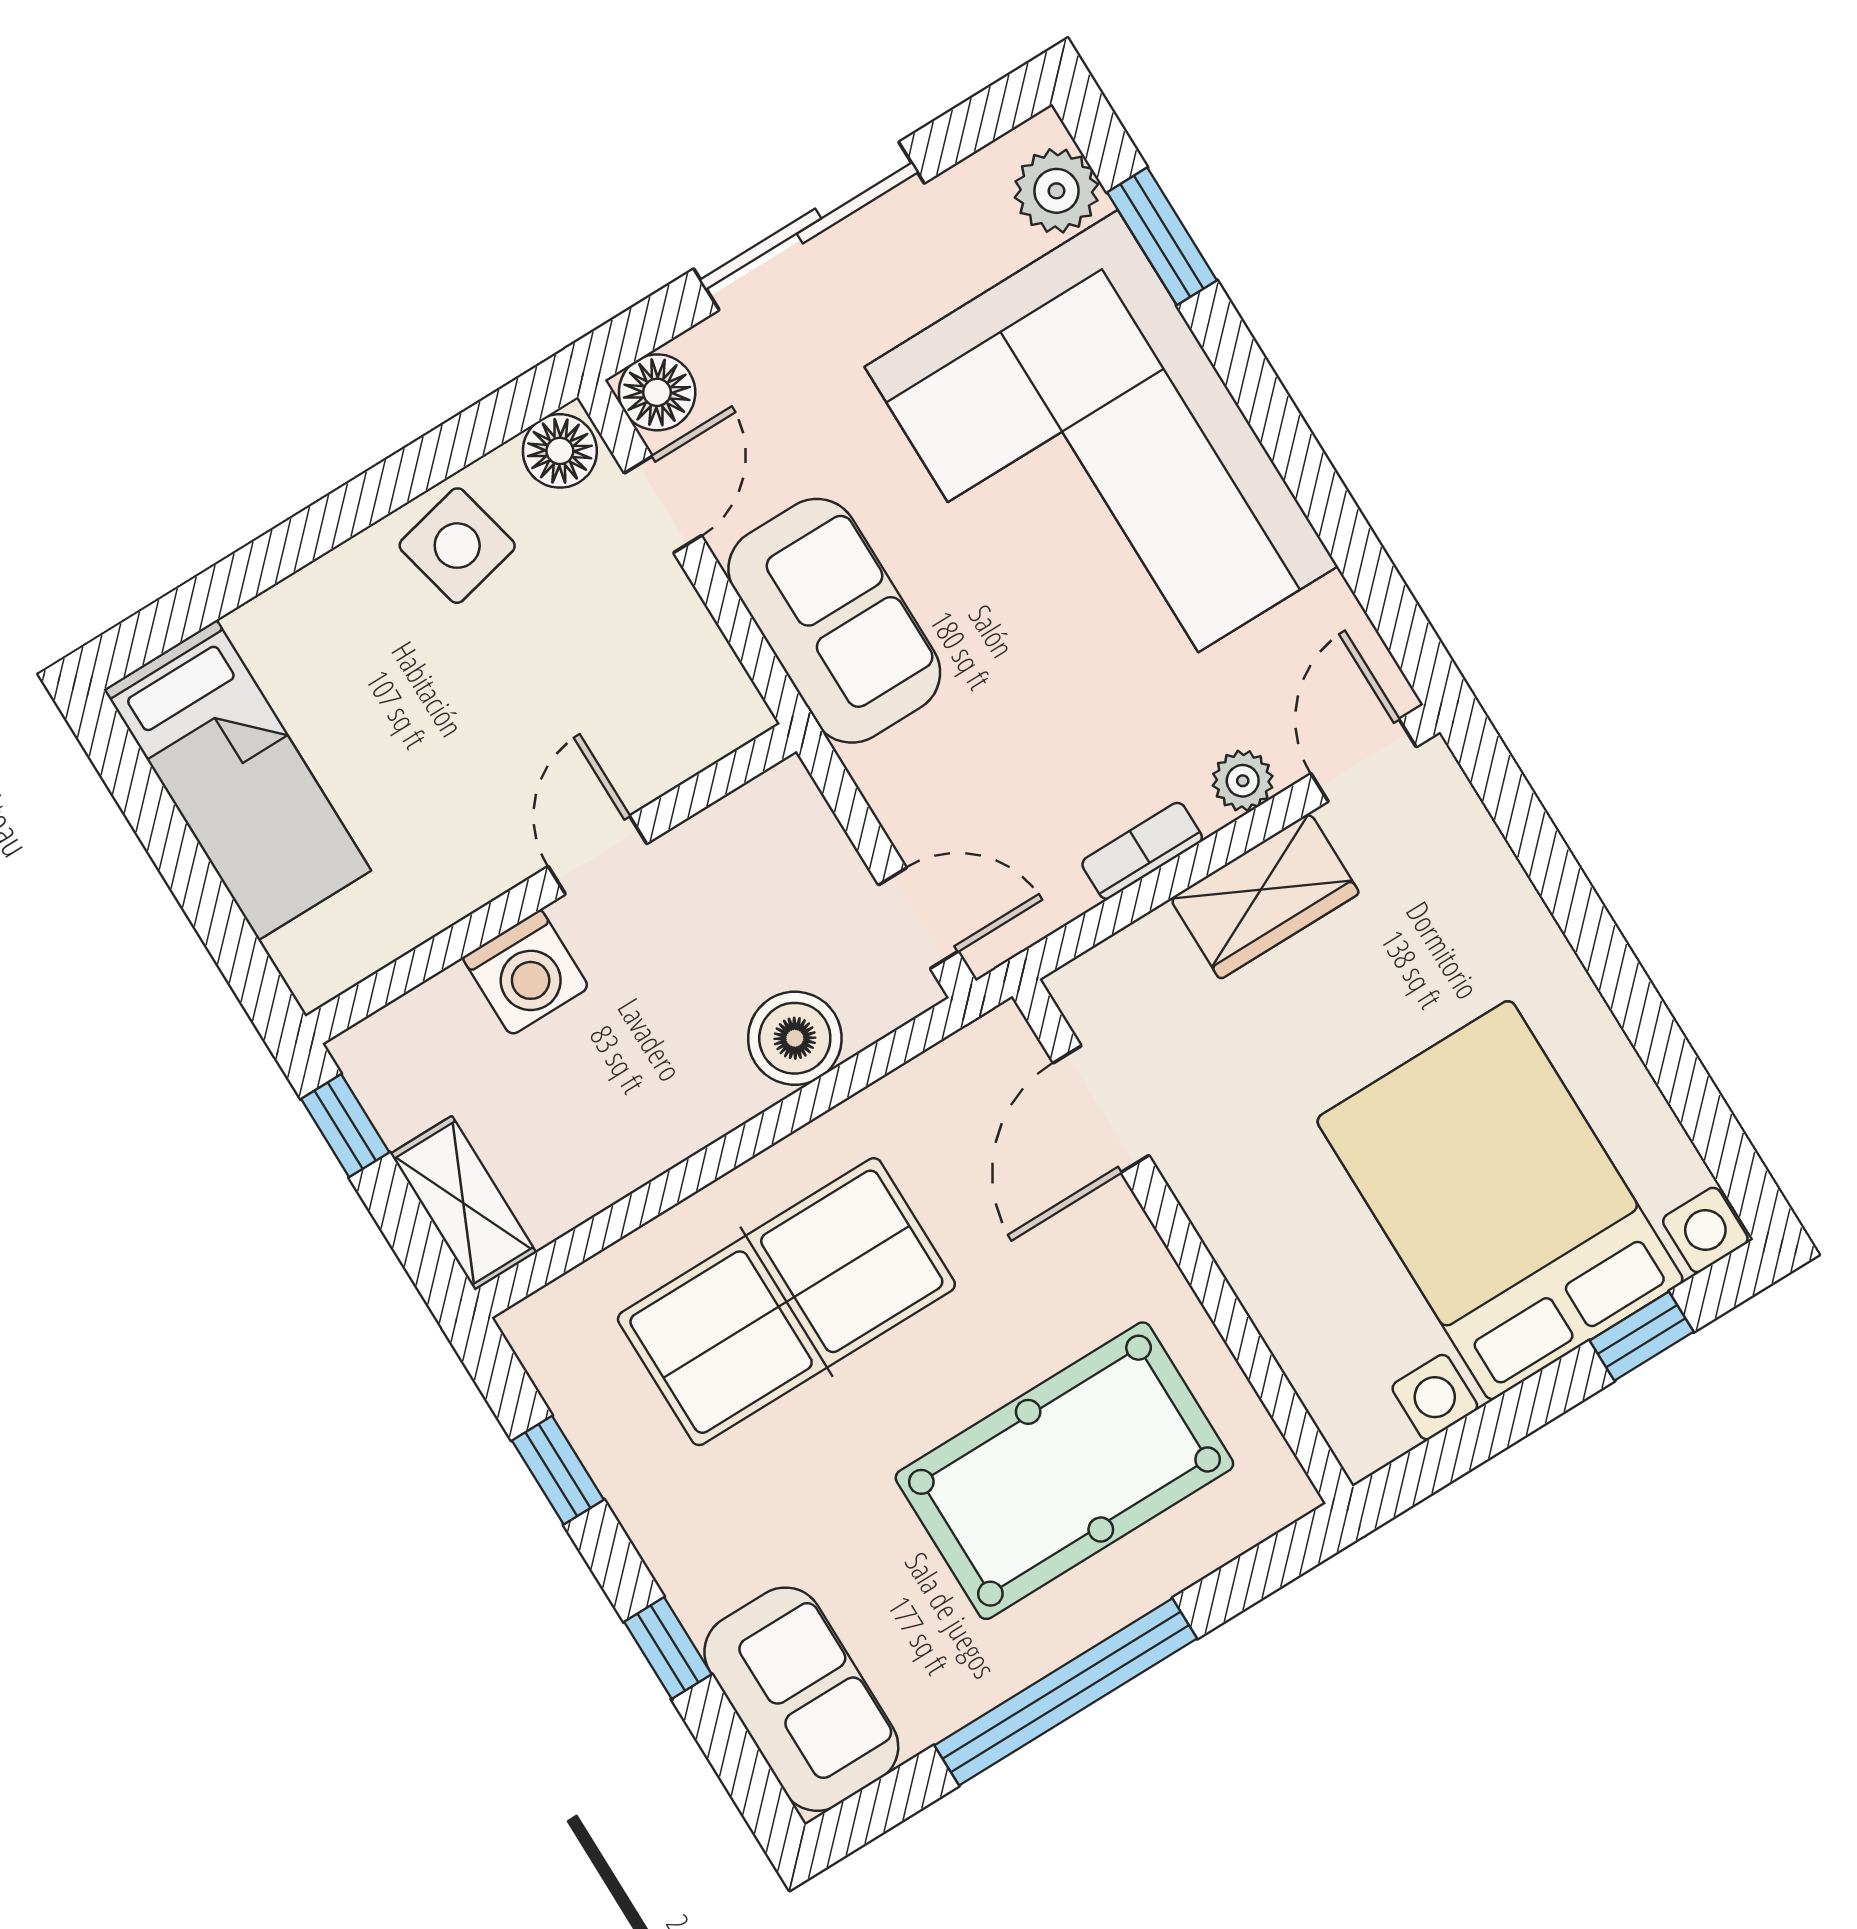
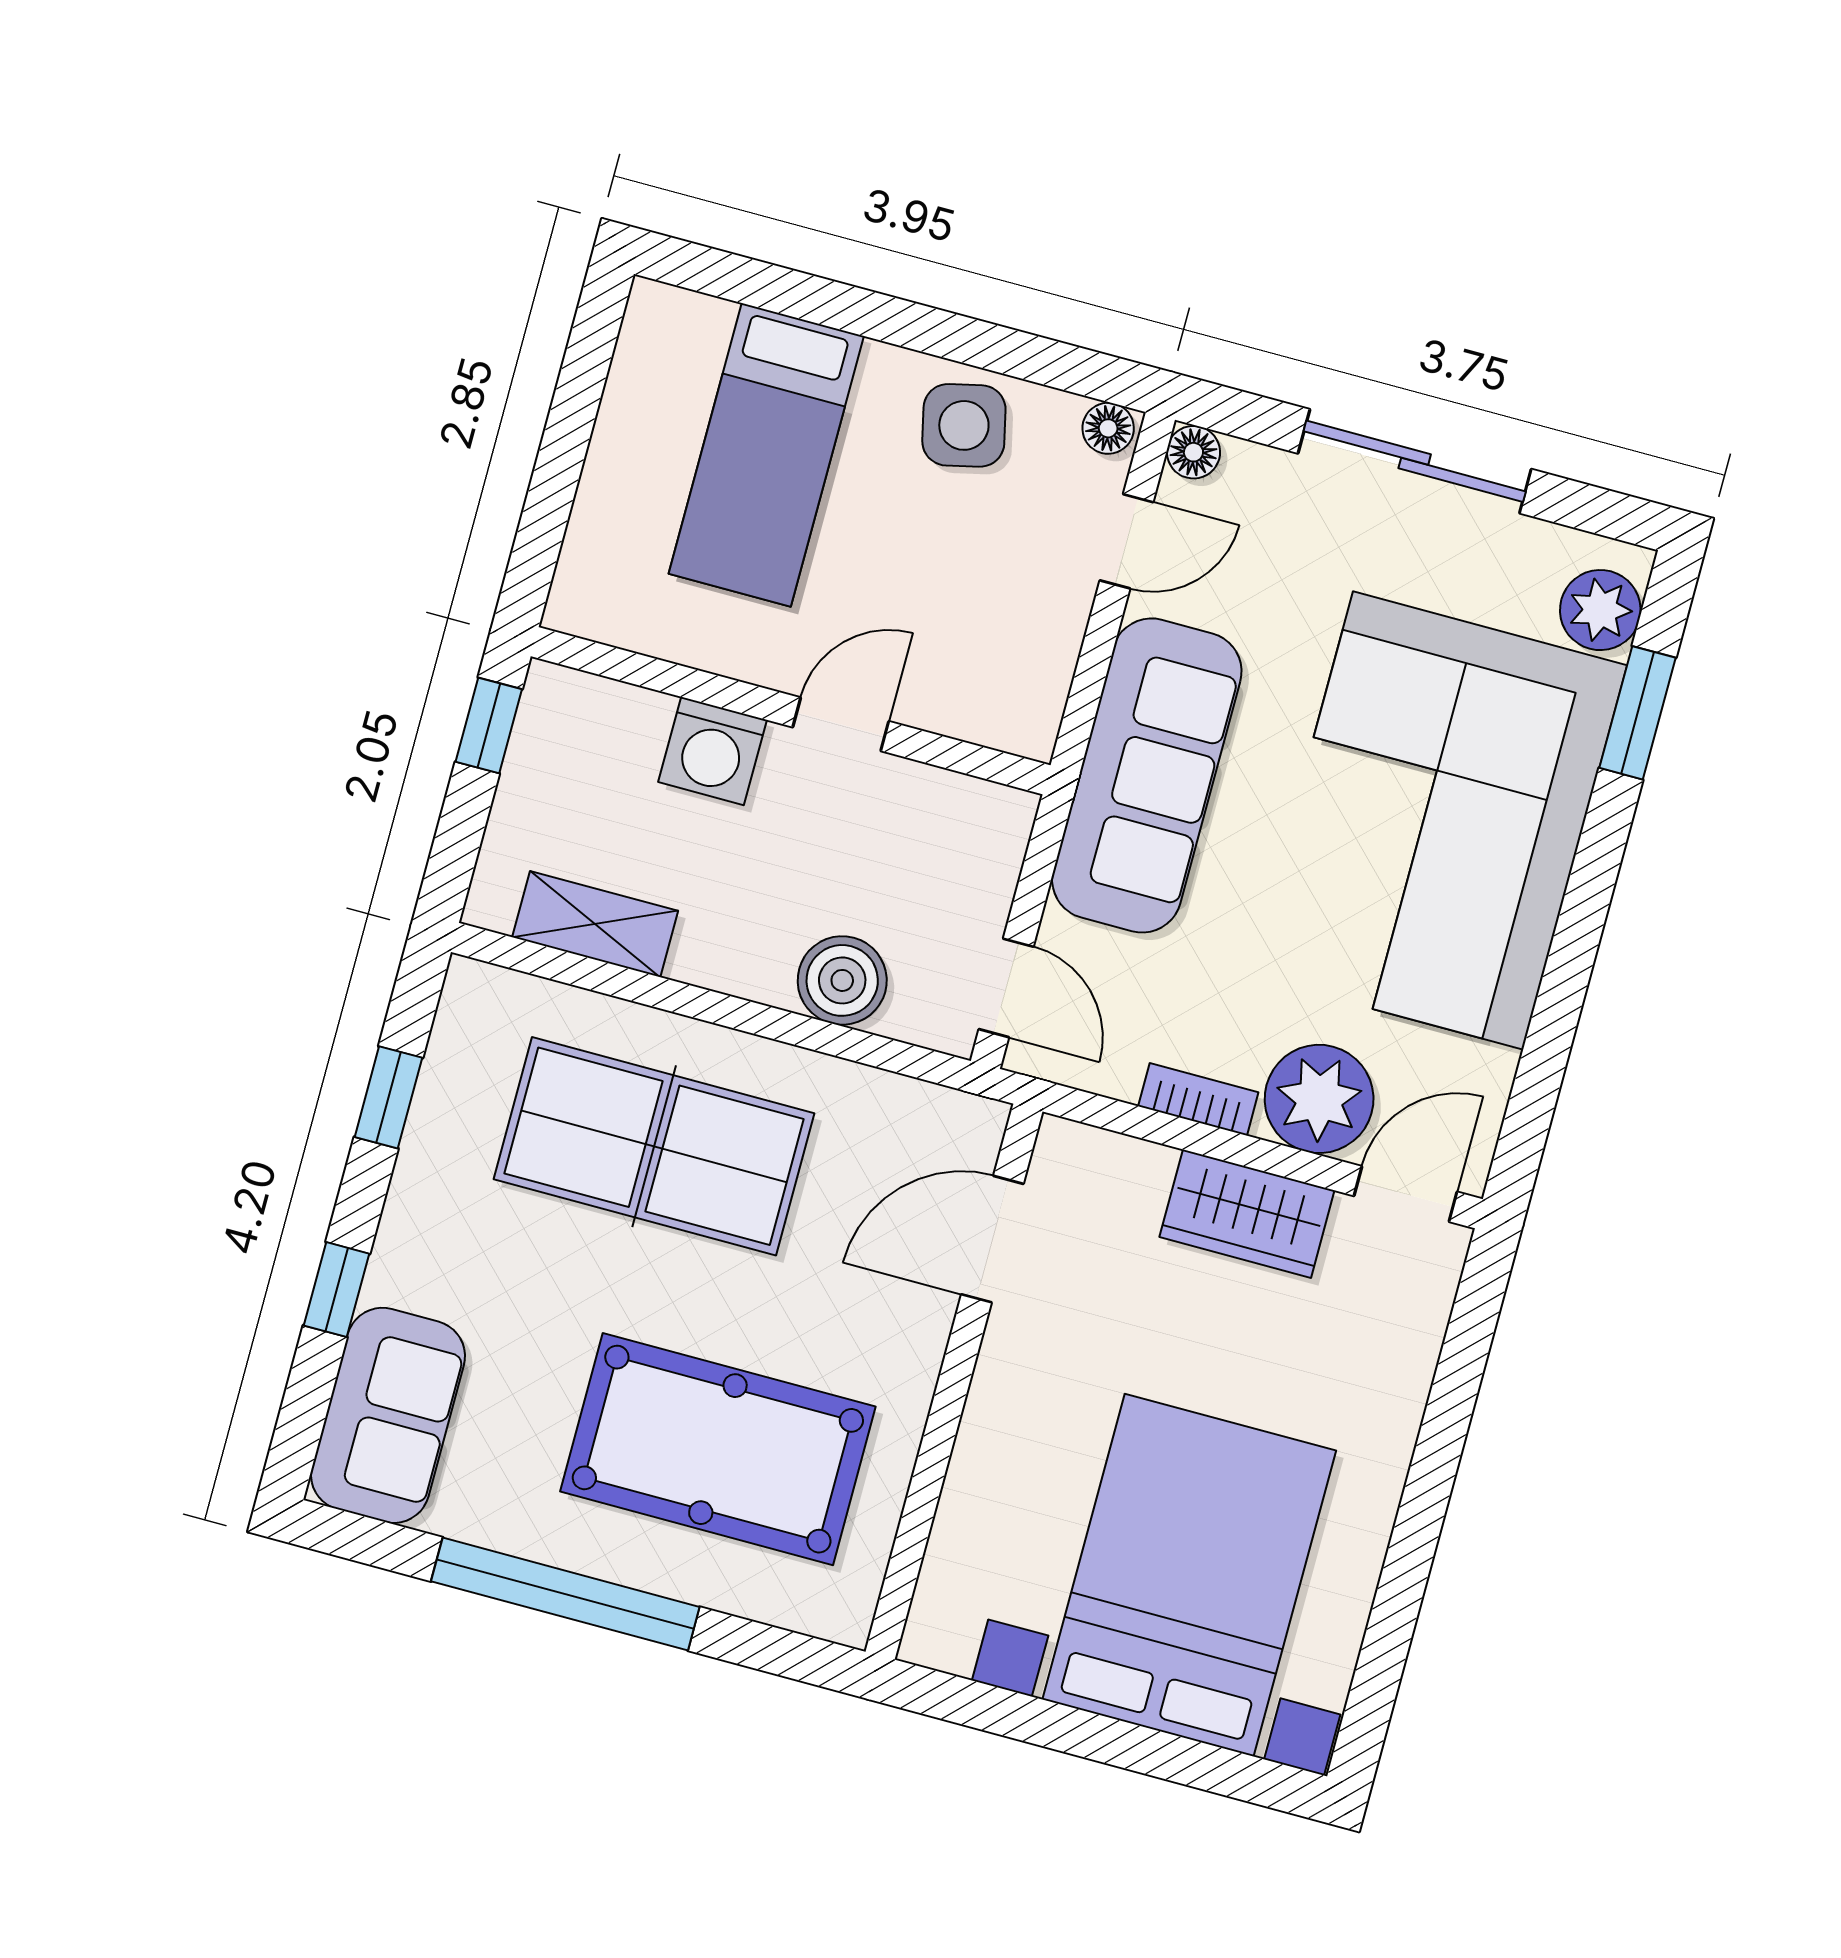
floor lamp: (657, 392) -> (1193, 452), width x0.73, depth x0.73
floor lamp: (560, 451) -> (1108, 428), width x0.73, depth x0.73
sofa: (834, 621) -> (1147, 775), width x1.36
bed: (237, 780) -> (766, 455), moved
plant: (1243, 781) -> (1319, 1099), width x1.88, depth x1.88
shelving: (463, 1203) -> (595, 924), moved, turned 90
window: (1642, 1336) -> (1187, 1762), removed

